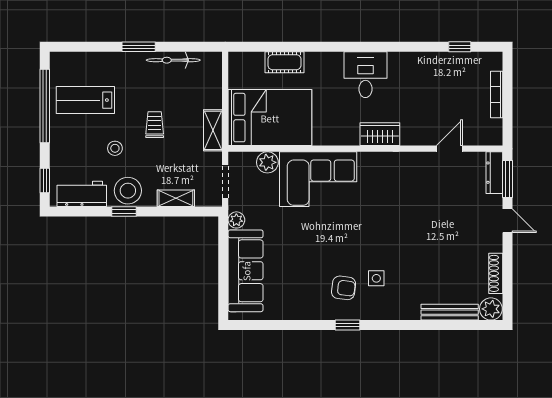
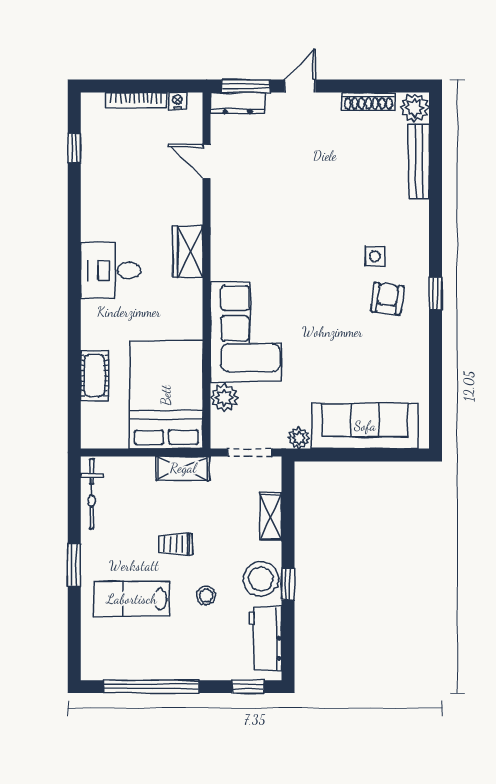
bicycle: (173, 60) -> (92, 494), moved
lab bench: (85, 100) -> (132, 599), moved, turned 90
nightstand: (496, 126) -> (178, 101), added

